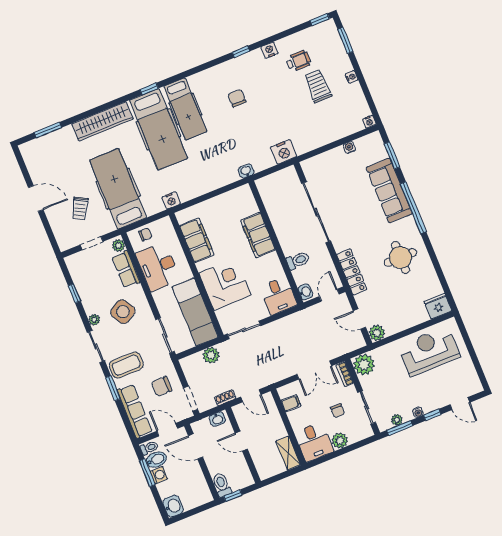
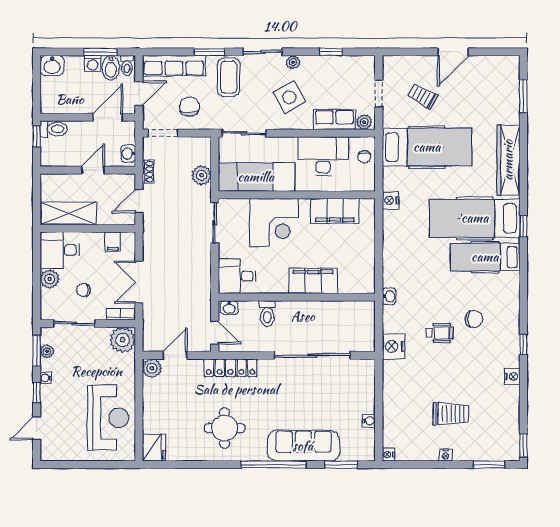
wheelchair: (298, 61) -> (440, 333), moved, turned -90
shelving: (288, 453) -> (68, 213), width x1.50, depth x1.33

